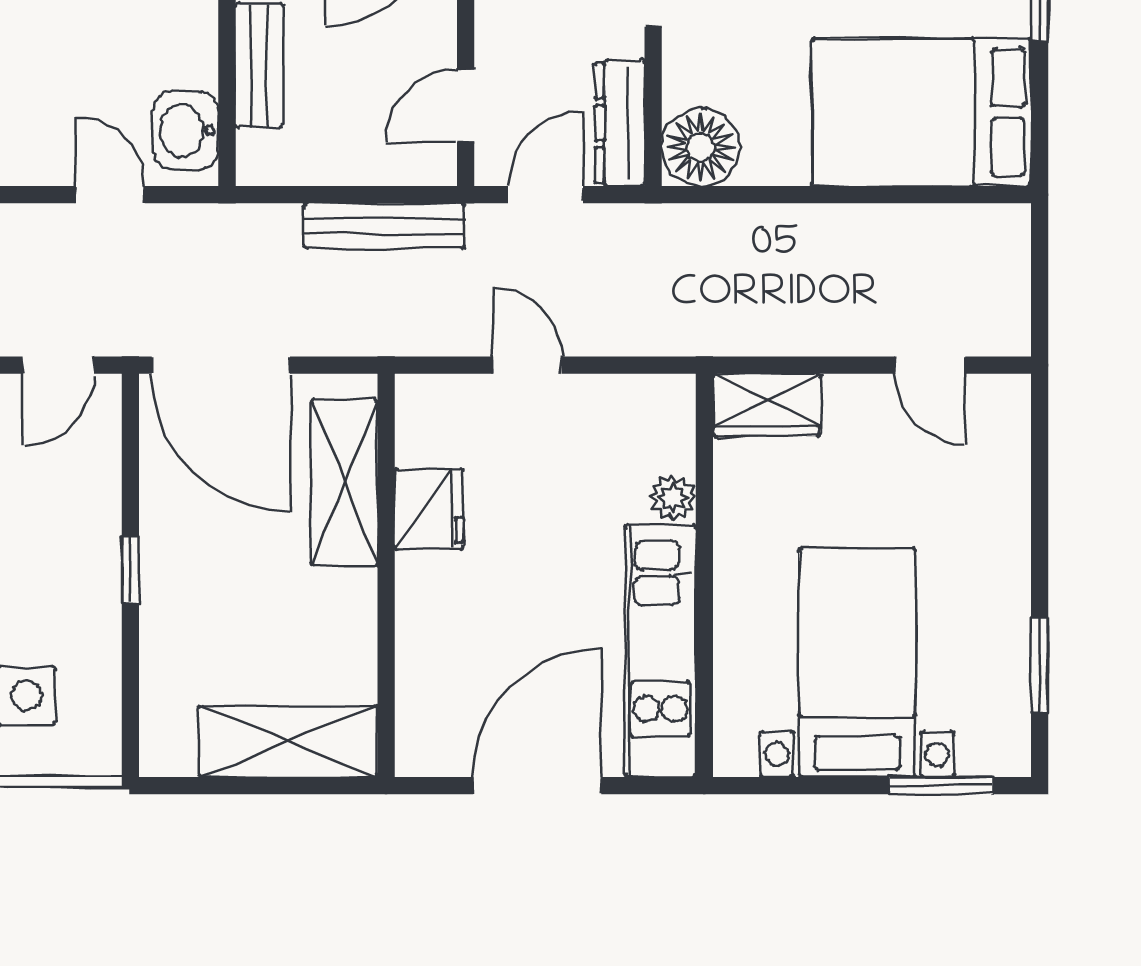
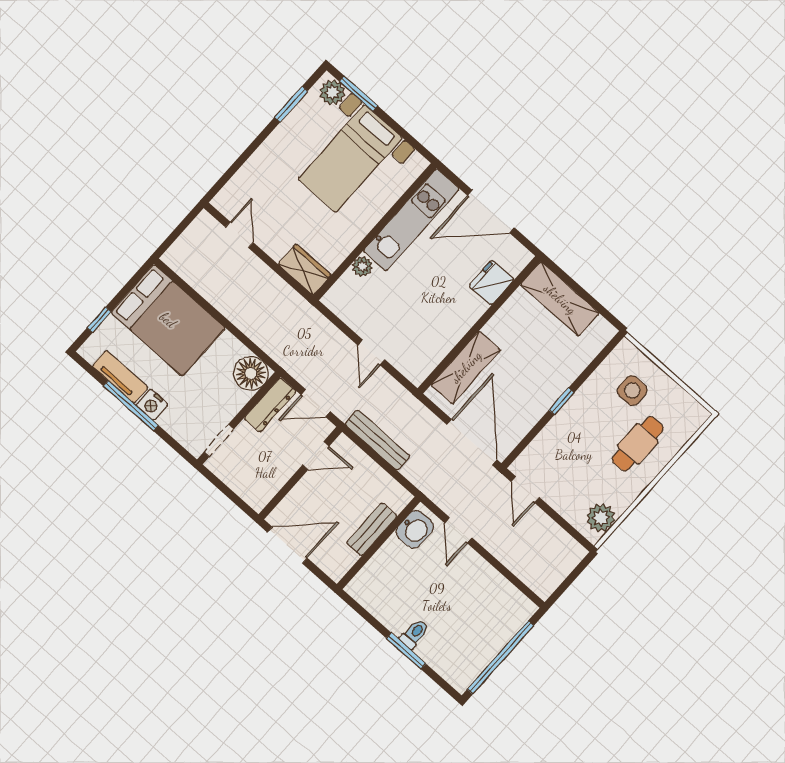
door: (58, 365) -> (525, 490), swing flipped
fridge: (429, 509) -> (491, 283), moved
plant: (987, 748) -> (332, 92), added

